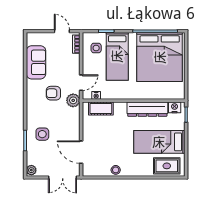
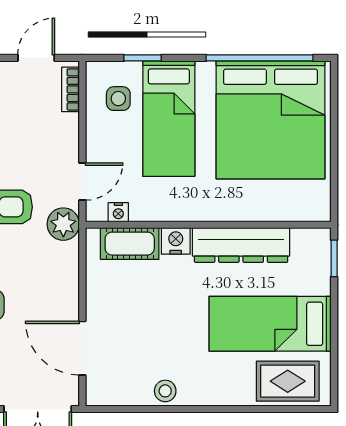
door: (62, 31) -> (36, 58), hinge flipped
nightstand: (175, 107) -> (176, 241), moved

